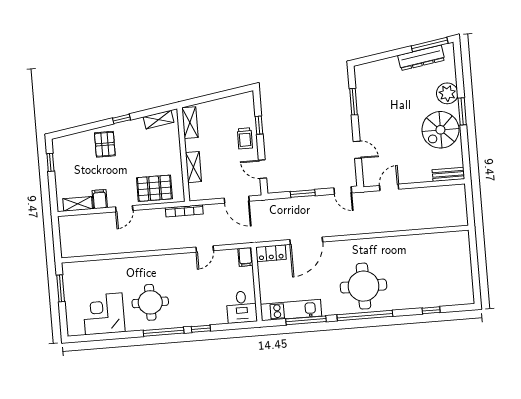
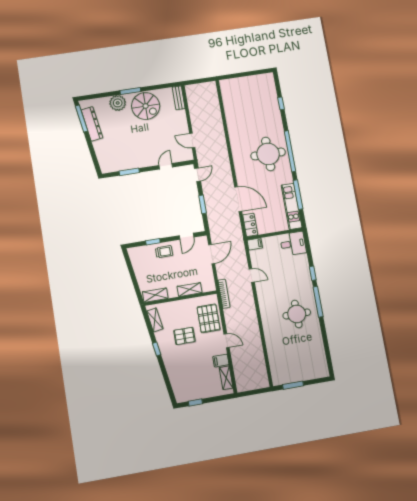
pallet: (105, 144) -> (184, 336), moved
corner desk: (104, 314) -> (309, 349), removed

